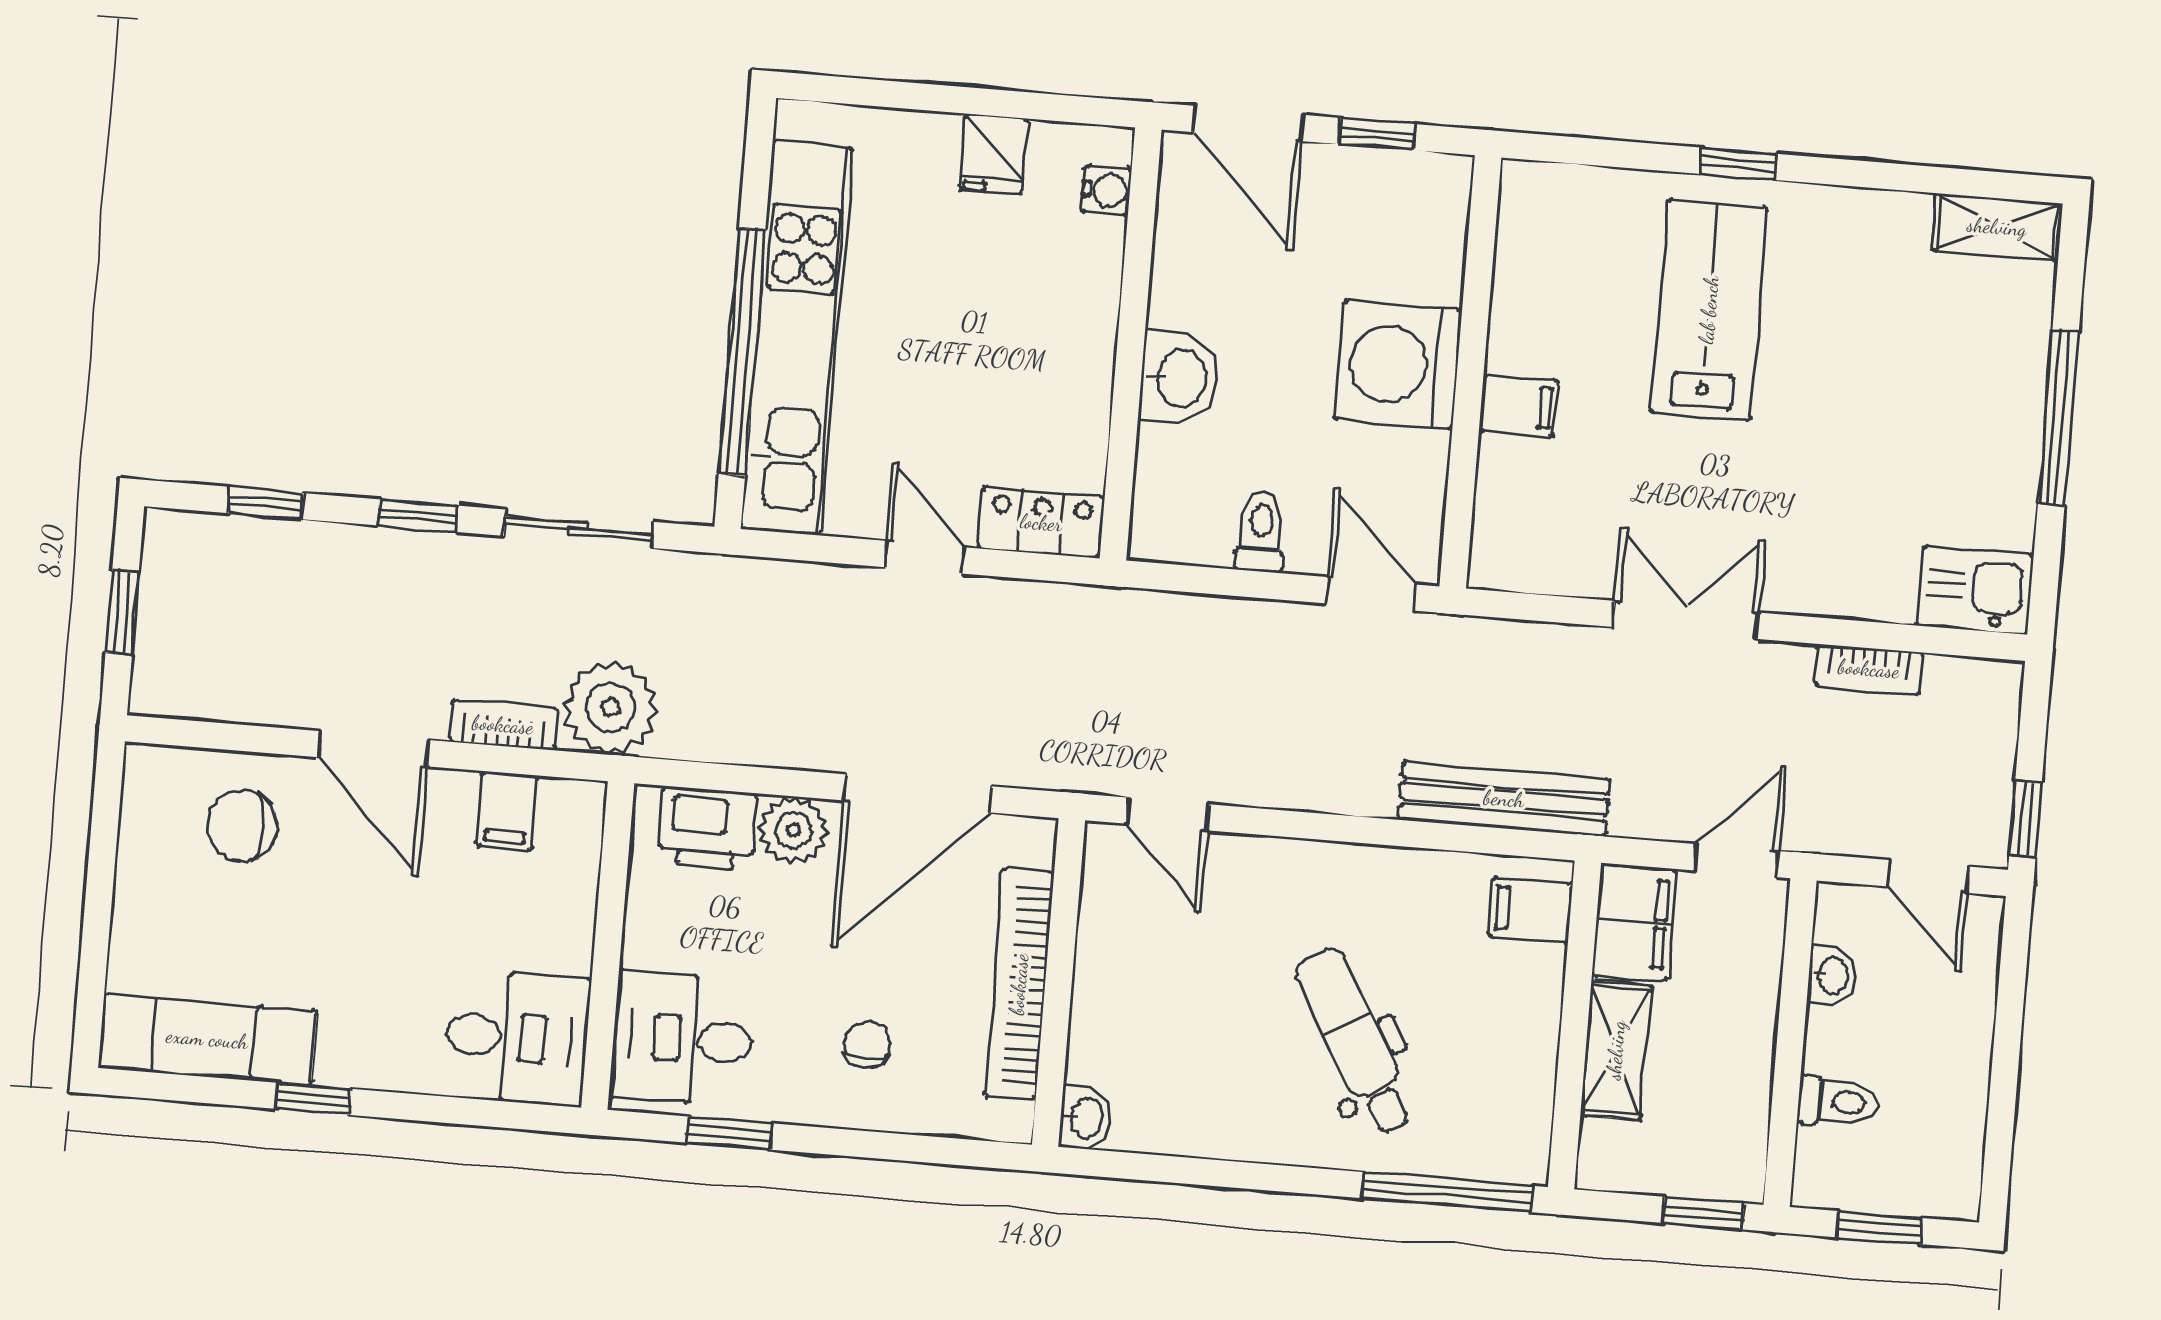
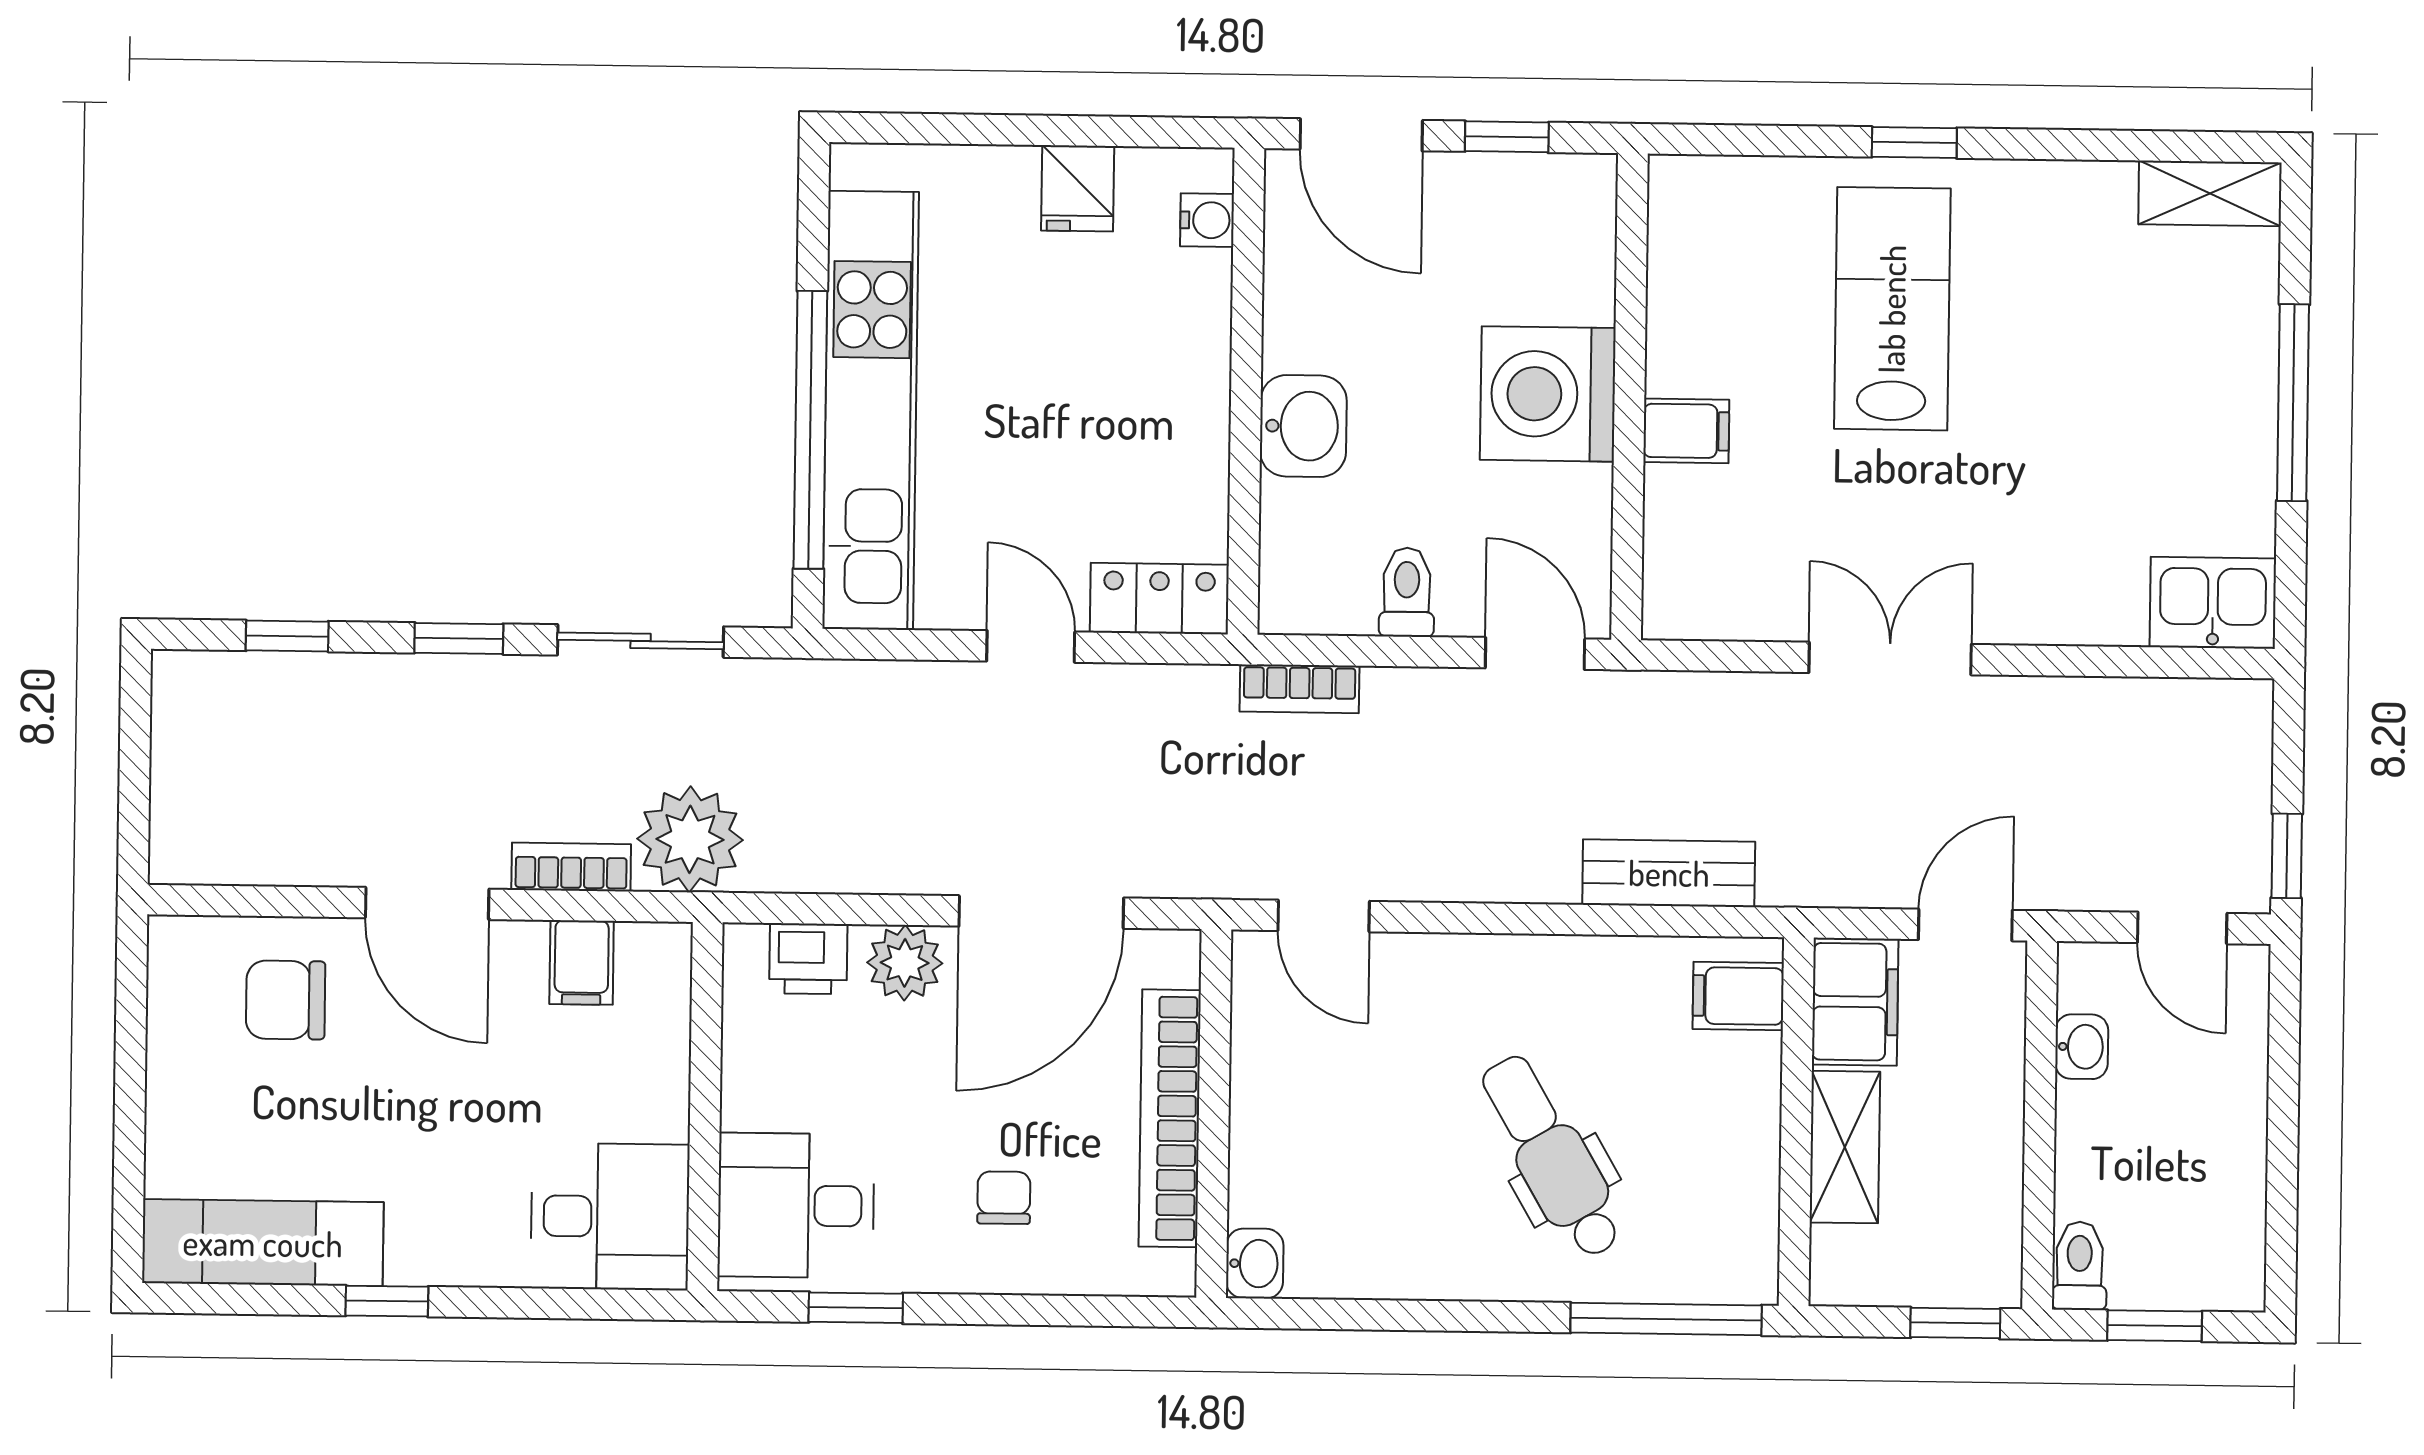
window: (122, 612) -> (135, 770), removed
bookcase: (1869, 669) -> (1300, 689), moved
bench: (1504, 799) -> (1669, 873), width x0.73
printer: (708, 828) -> (808, 959), width x0.73, depth x0.81
toilet: (1838, 1102) -> (2080, 1266), moved, turned -90

